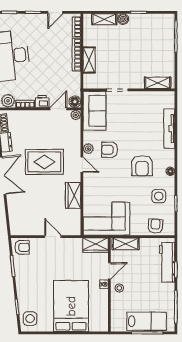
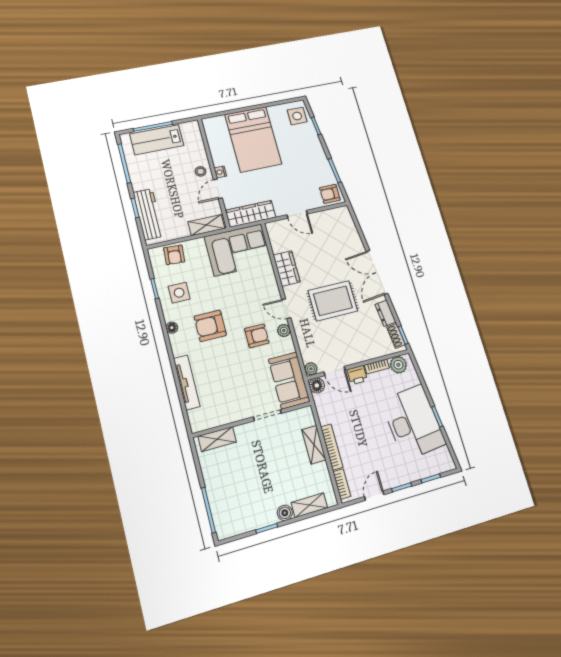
door: (58, 109) -> (335, 371), hinge flipped
armchair: (142, 166) -> (210, 326), turned -90
wardrobe: (96, 245) -> (251, 214), width x1.50

